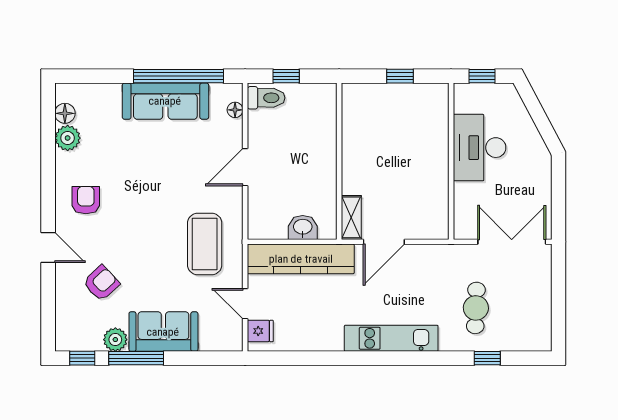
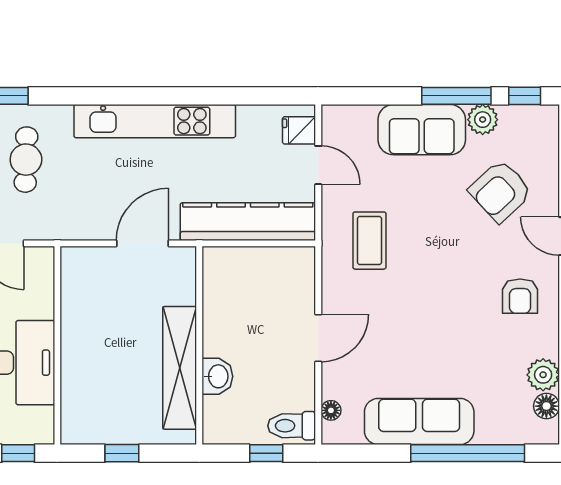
window: (178, 76) -> (468, 453), moved
shelving: (351, 217) -> (180, 368), moved, width x2.20, depth x1.33
washbasin: (303, 227) -> (217, 376), moved, turned -90
coffee table: (205, 244) -> (369, 241), width x0.73, depth x0.76
armchair: (101, 283) -> (500, 191), width x1.38, depth x1.38
kitchen unit: (391, 338) -> (155, 121), width x1.36

